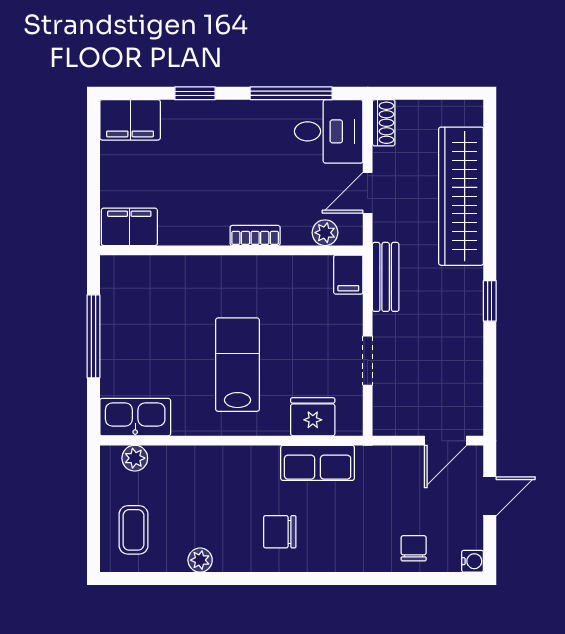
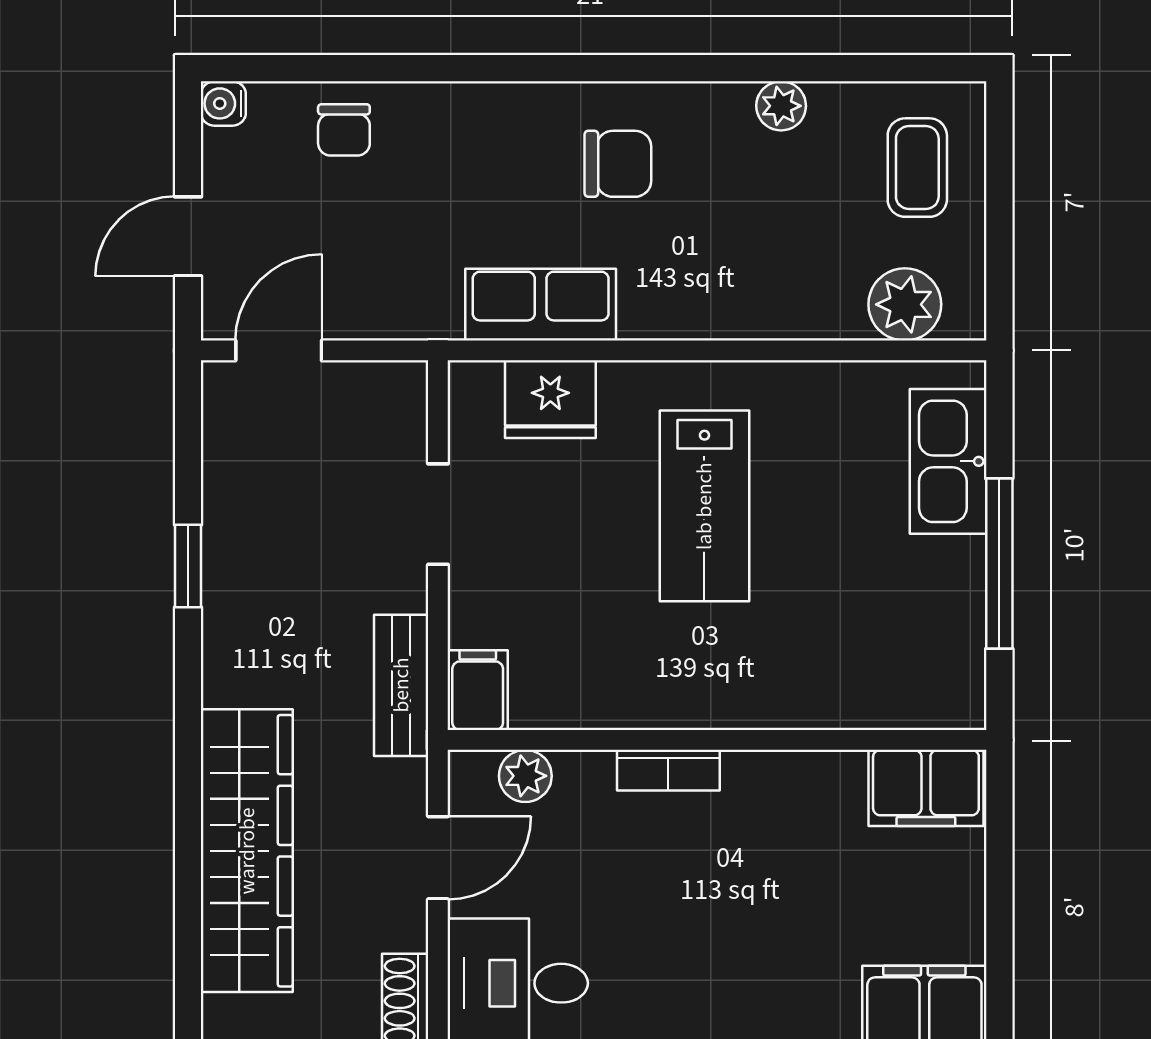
window: (490, 301) -> (188, 566), moved
kitchen sink: (135, 417) -> (948, 461), moved, turned 90
plant: (135, 458) -> (905, 304), width x1.38, depth x1.38

